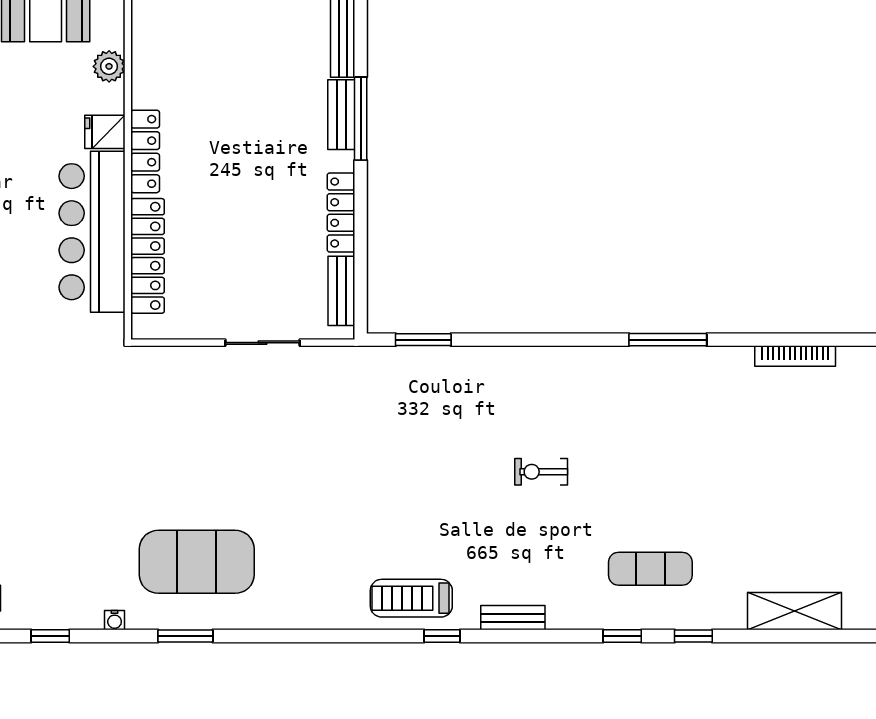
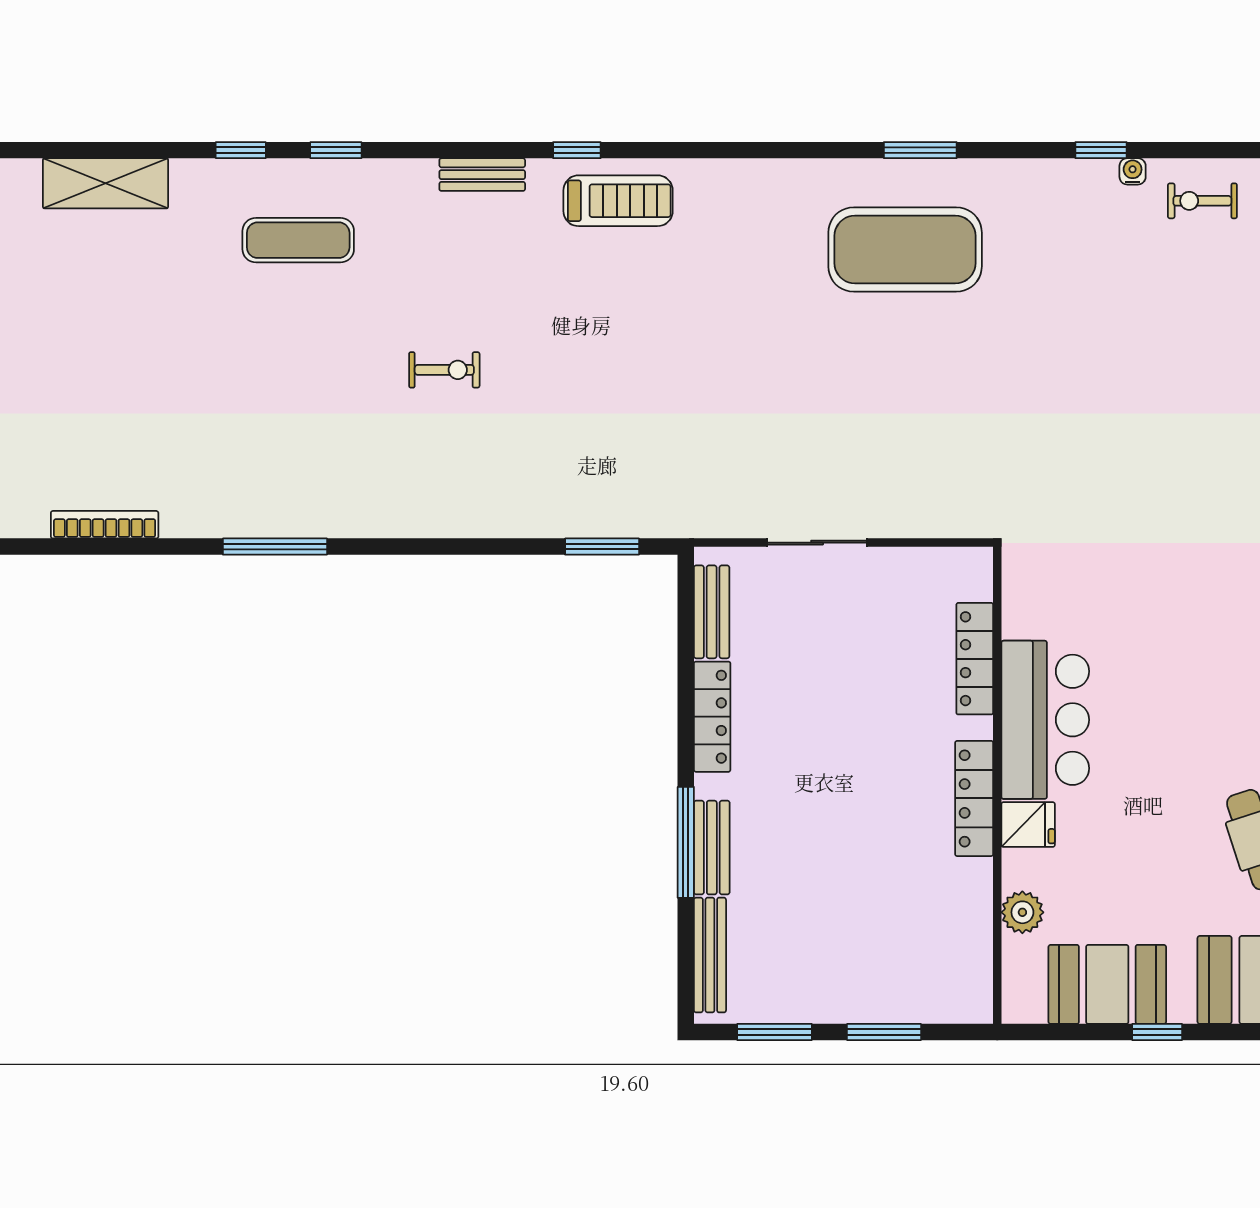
bar counter: (92, 232) -> (1045, 720), width x0.73
locker: (148, 256) -> (975, 659), width x0.71, depth x0.83
water cooler: (115, 620) -> (1133, 171), moved

